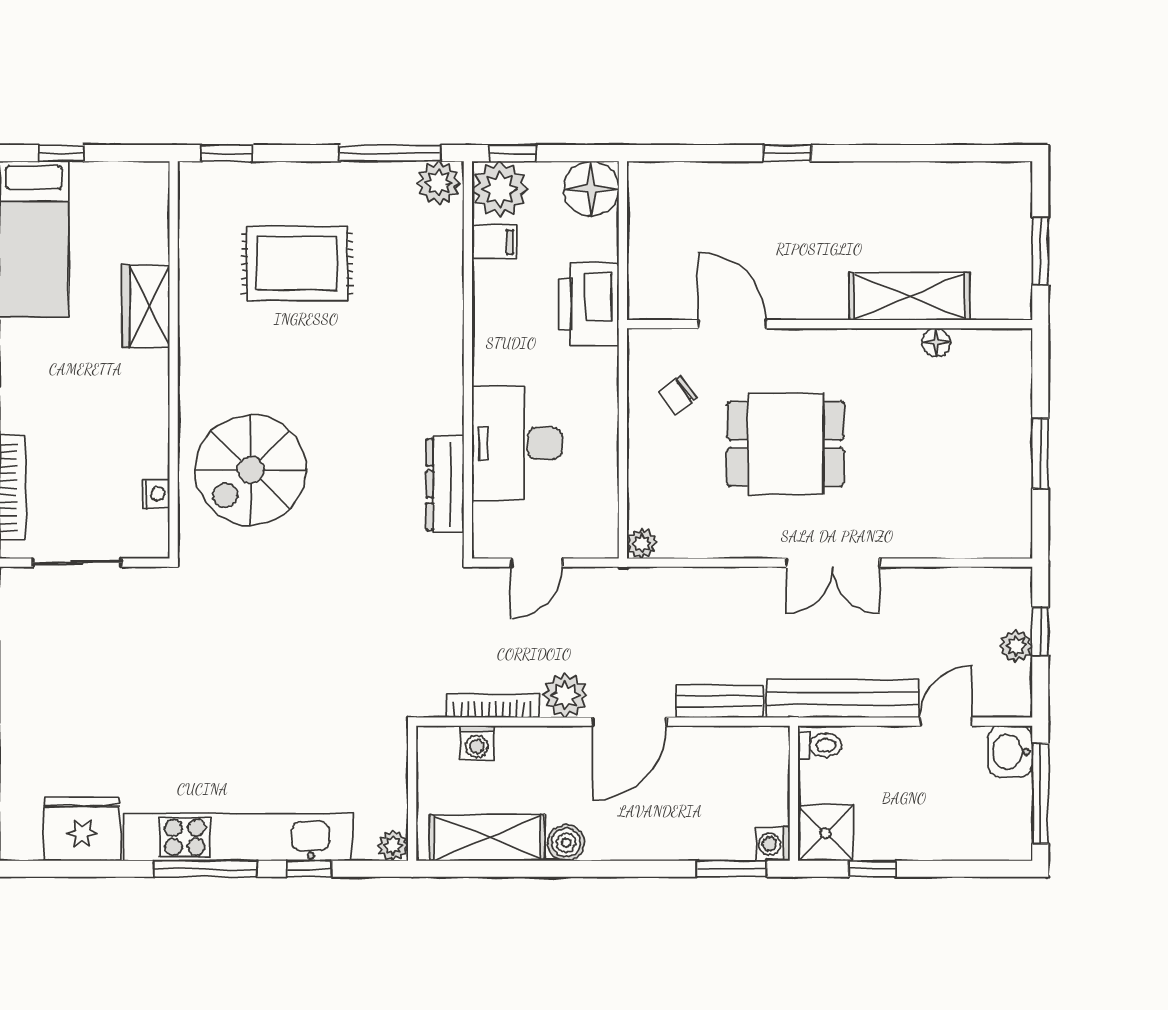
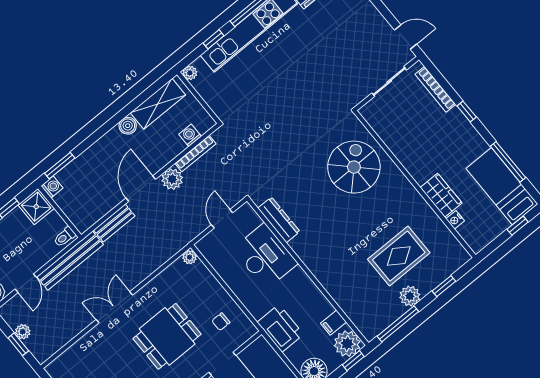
window: (227, 153) -> (444, 286), moved
plant: (439, 183) -> (410, 296), moved
chair: (678, 396) -> (221, 322), turned -143
nightstand: (156, 494) -> (455, 220), moved

